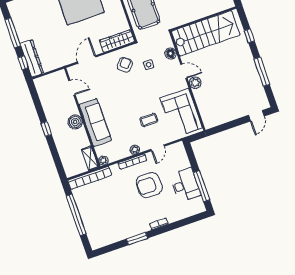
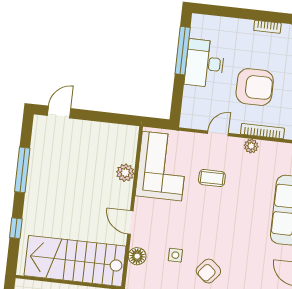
plant: (195, 83) -> (125, 173), moved

